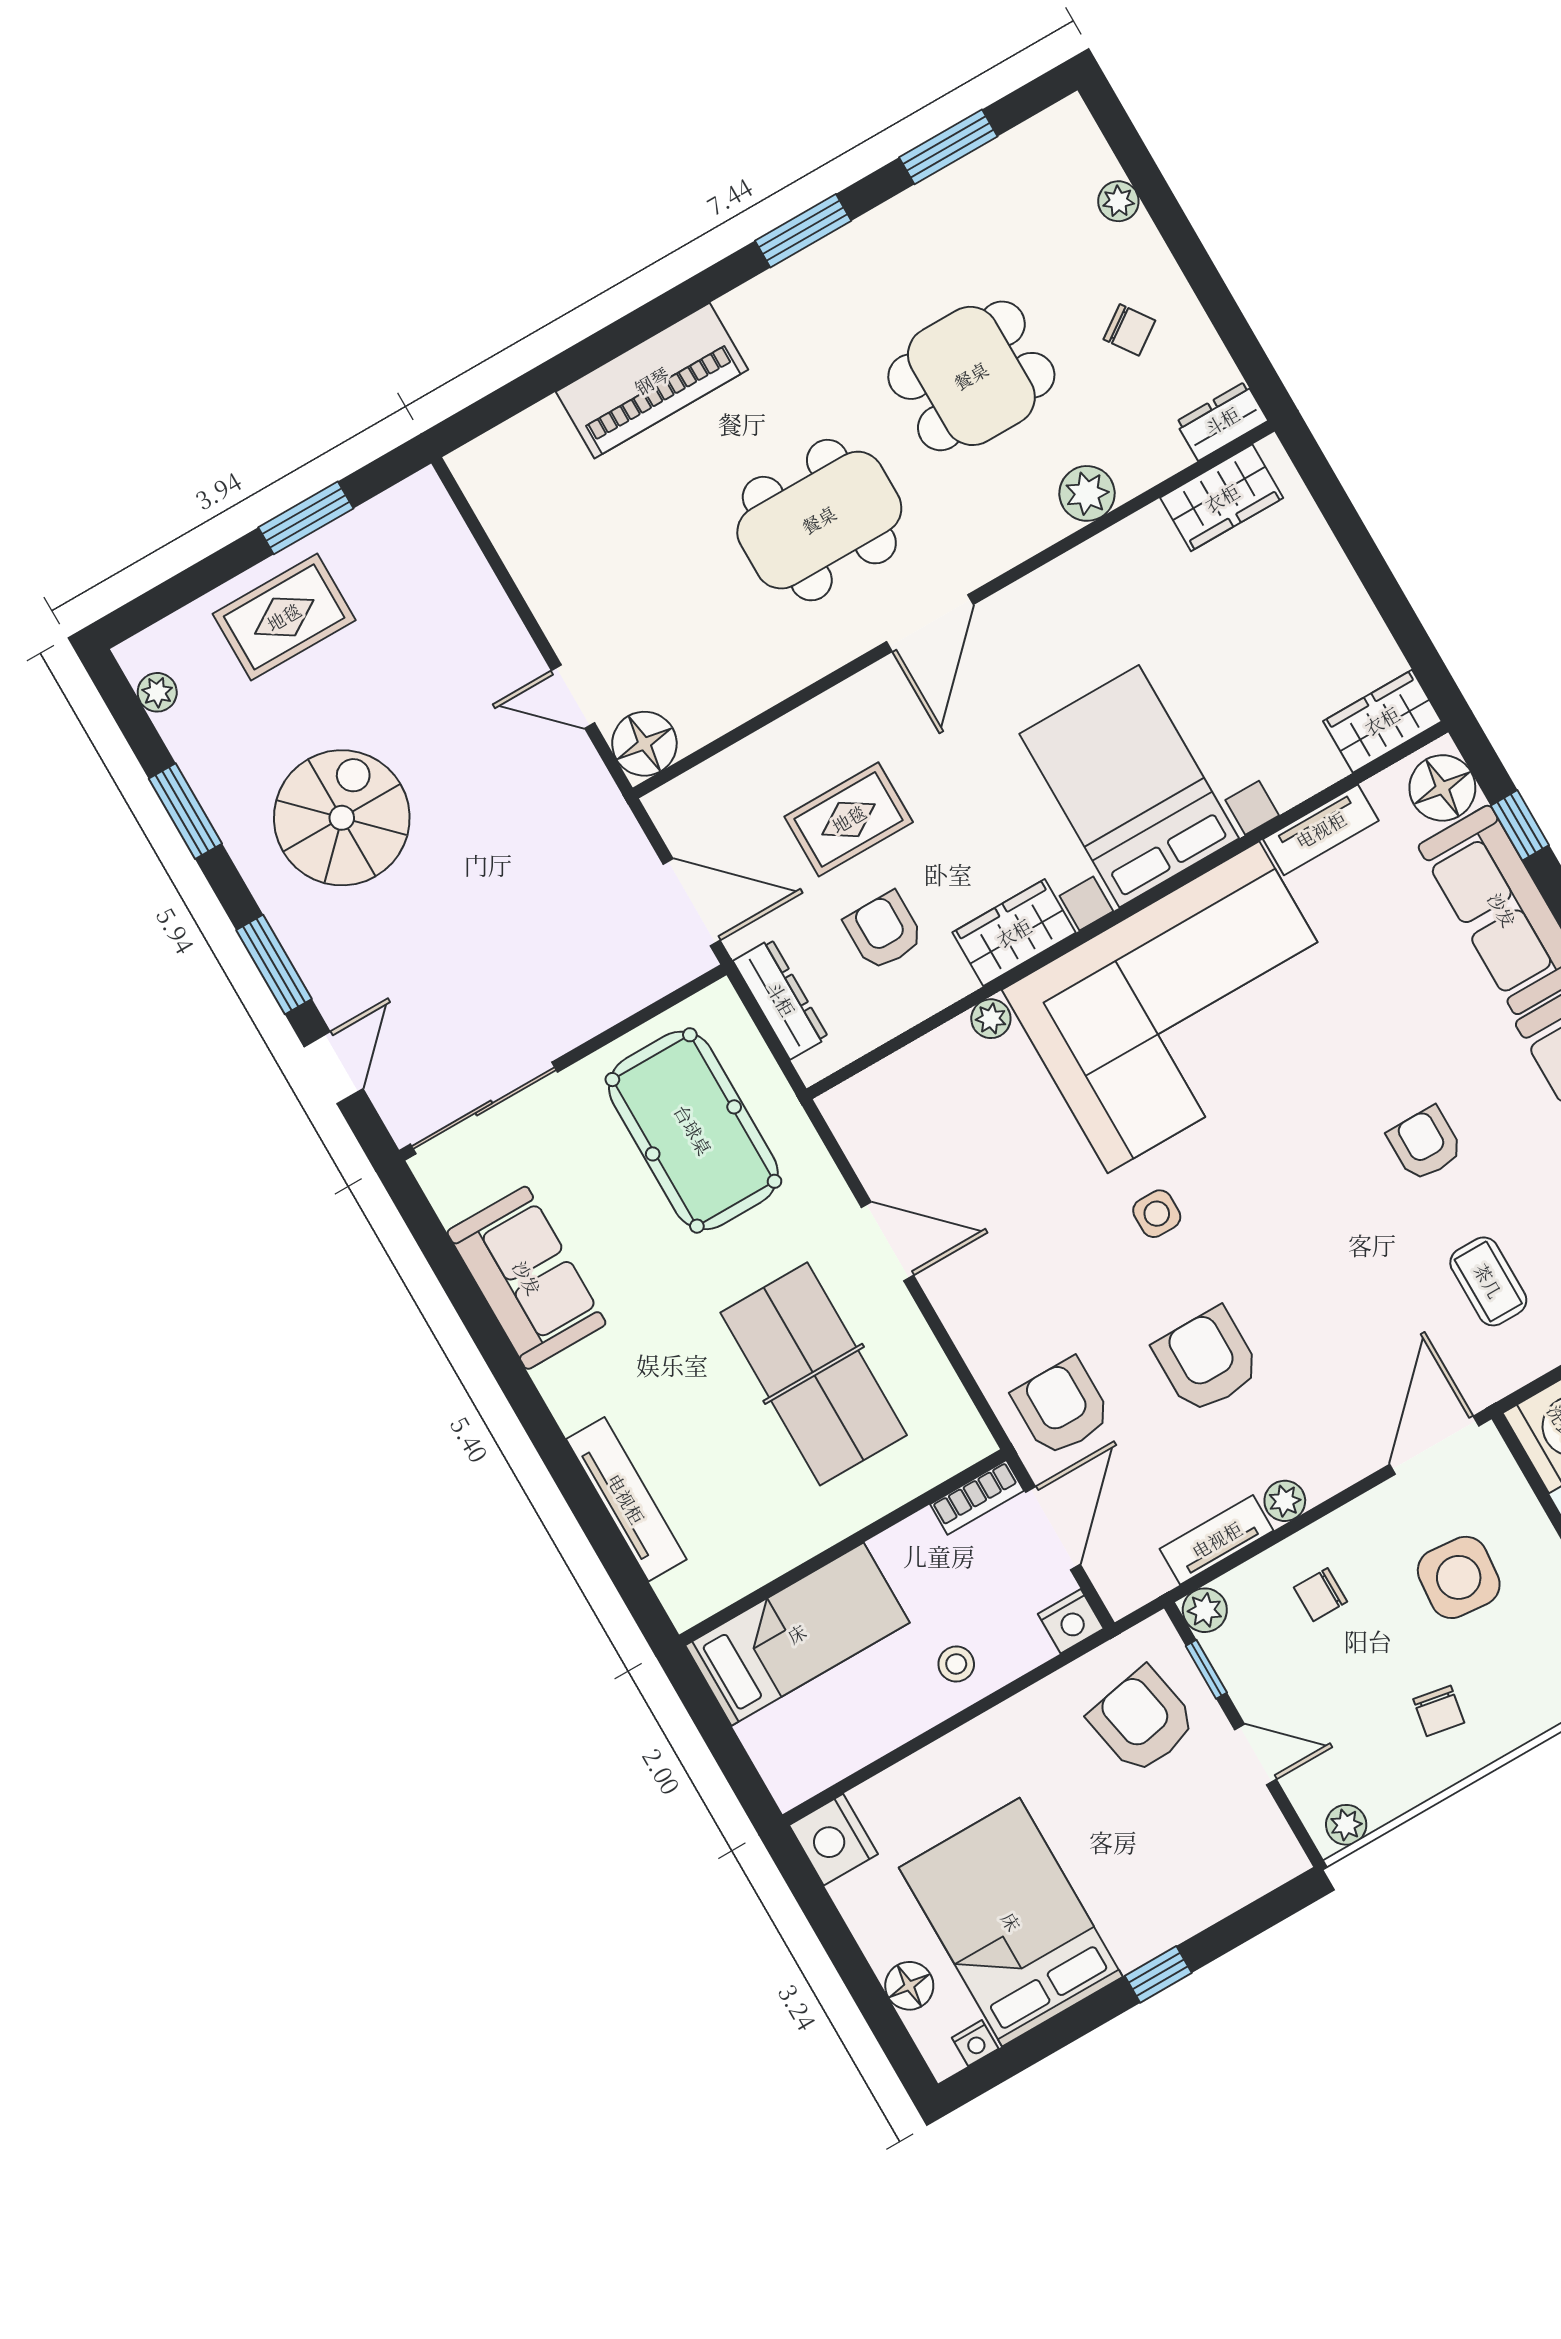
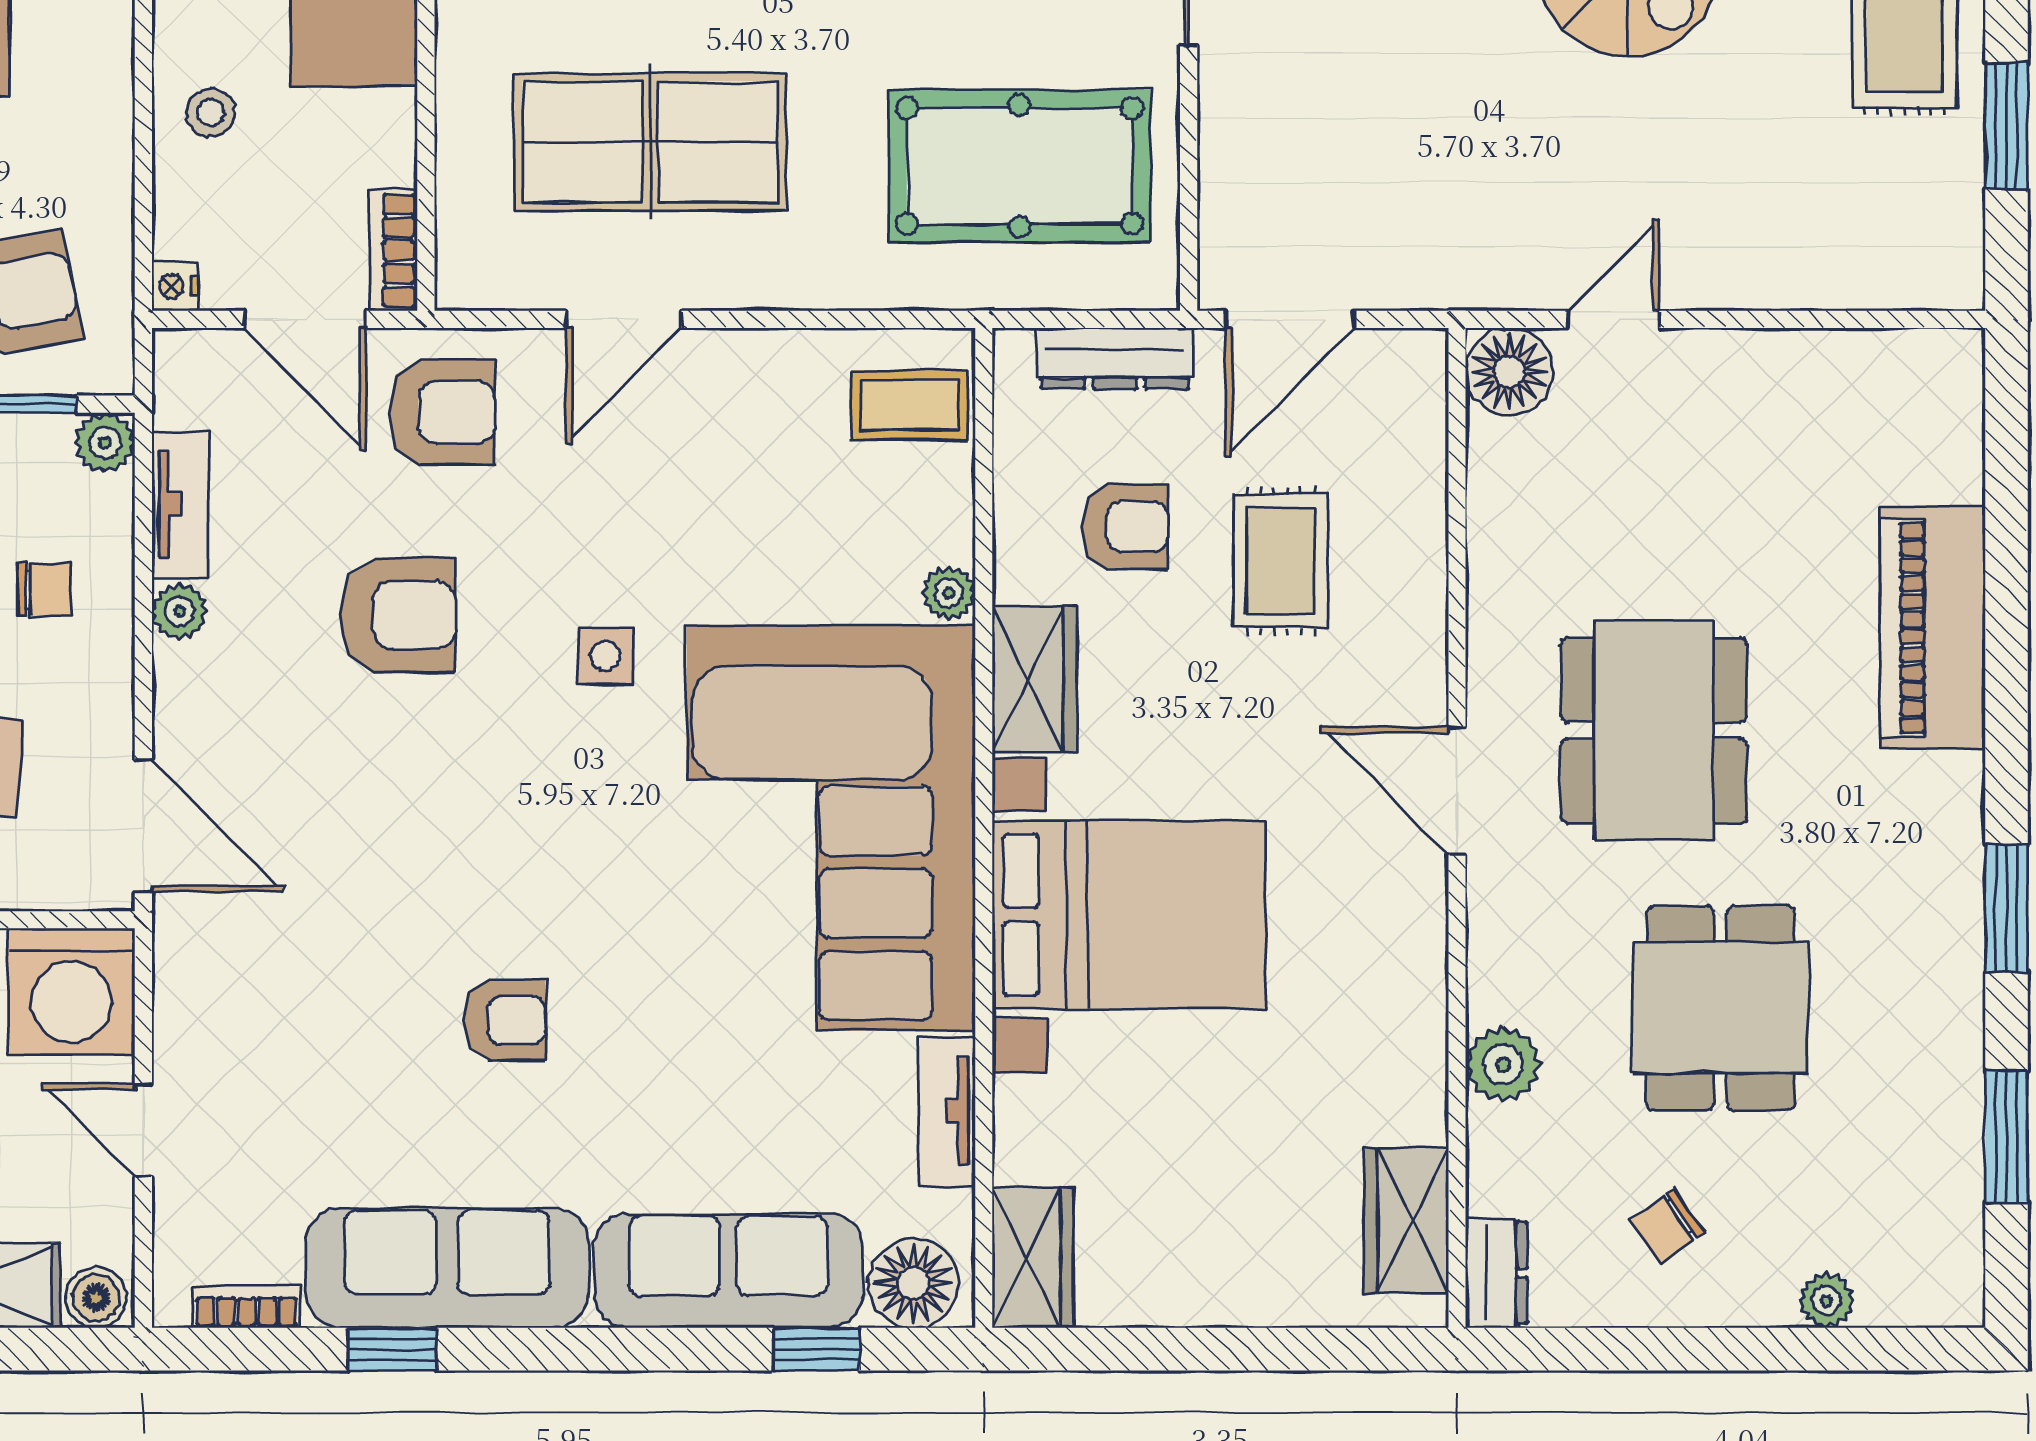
door: (888, 1241) -> (624, 319), moved
coffee table: (1488, 1281) -> (909, 405), moved
chair: (1321, 1595) -> (44, 590), turned 90
nightstand: (1071, 1621) -> (175, 286), width x0.72, depth x0.74

